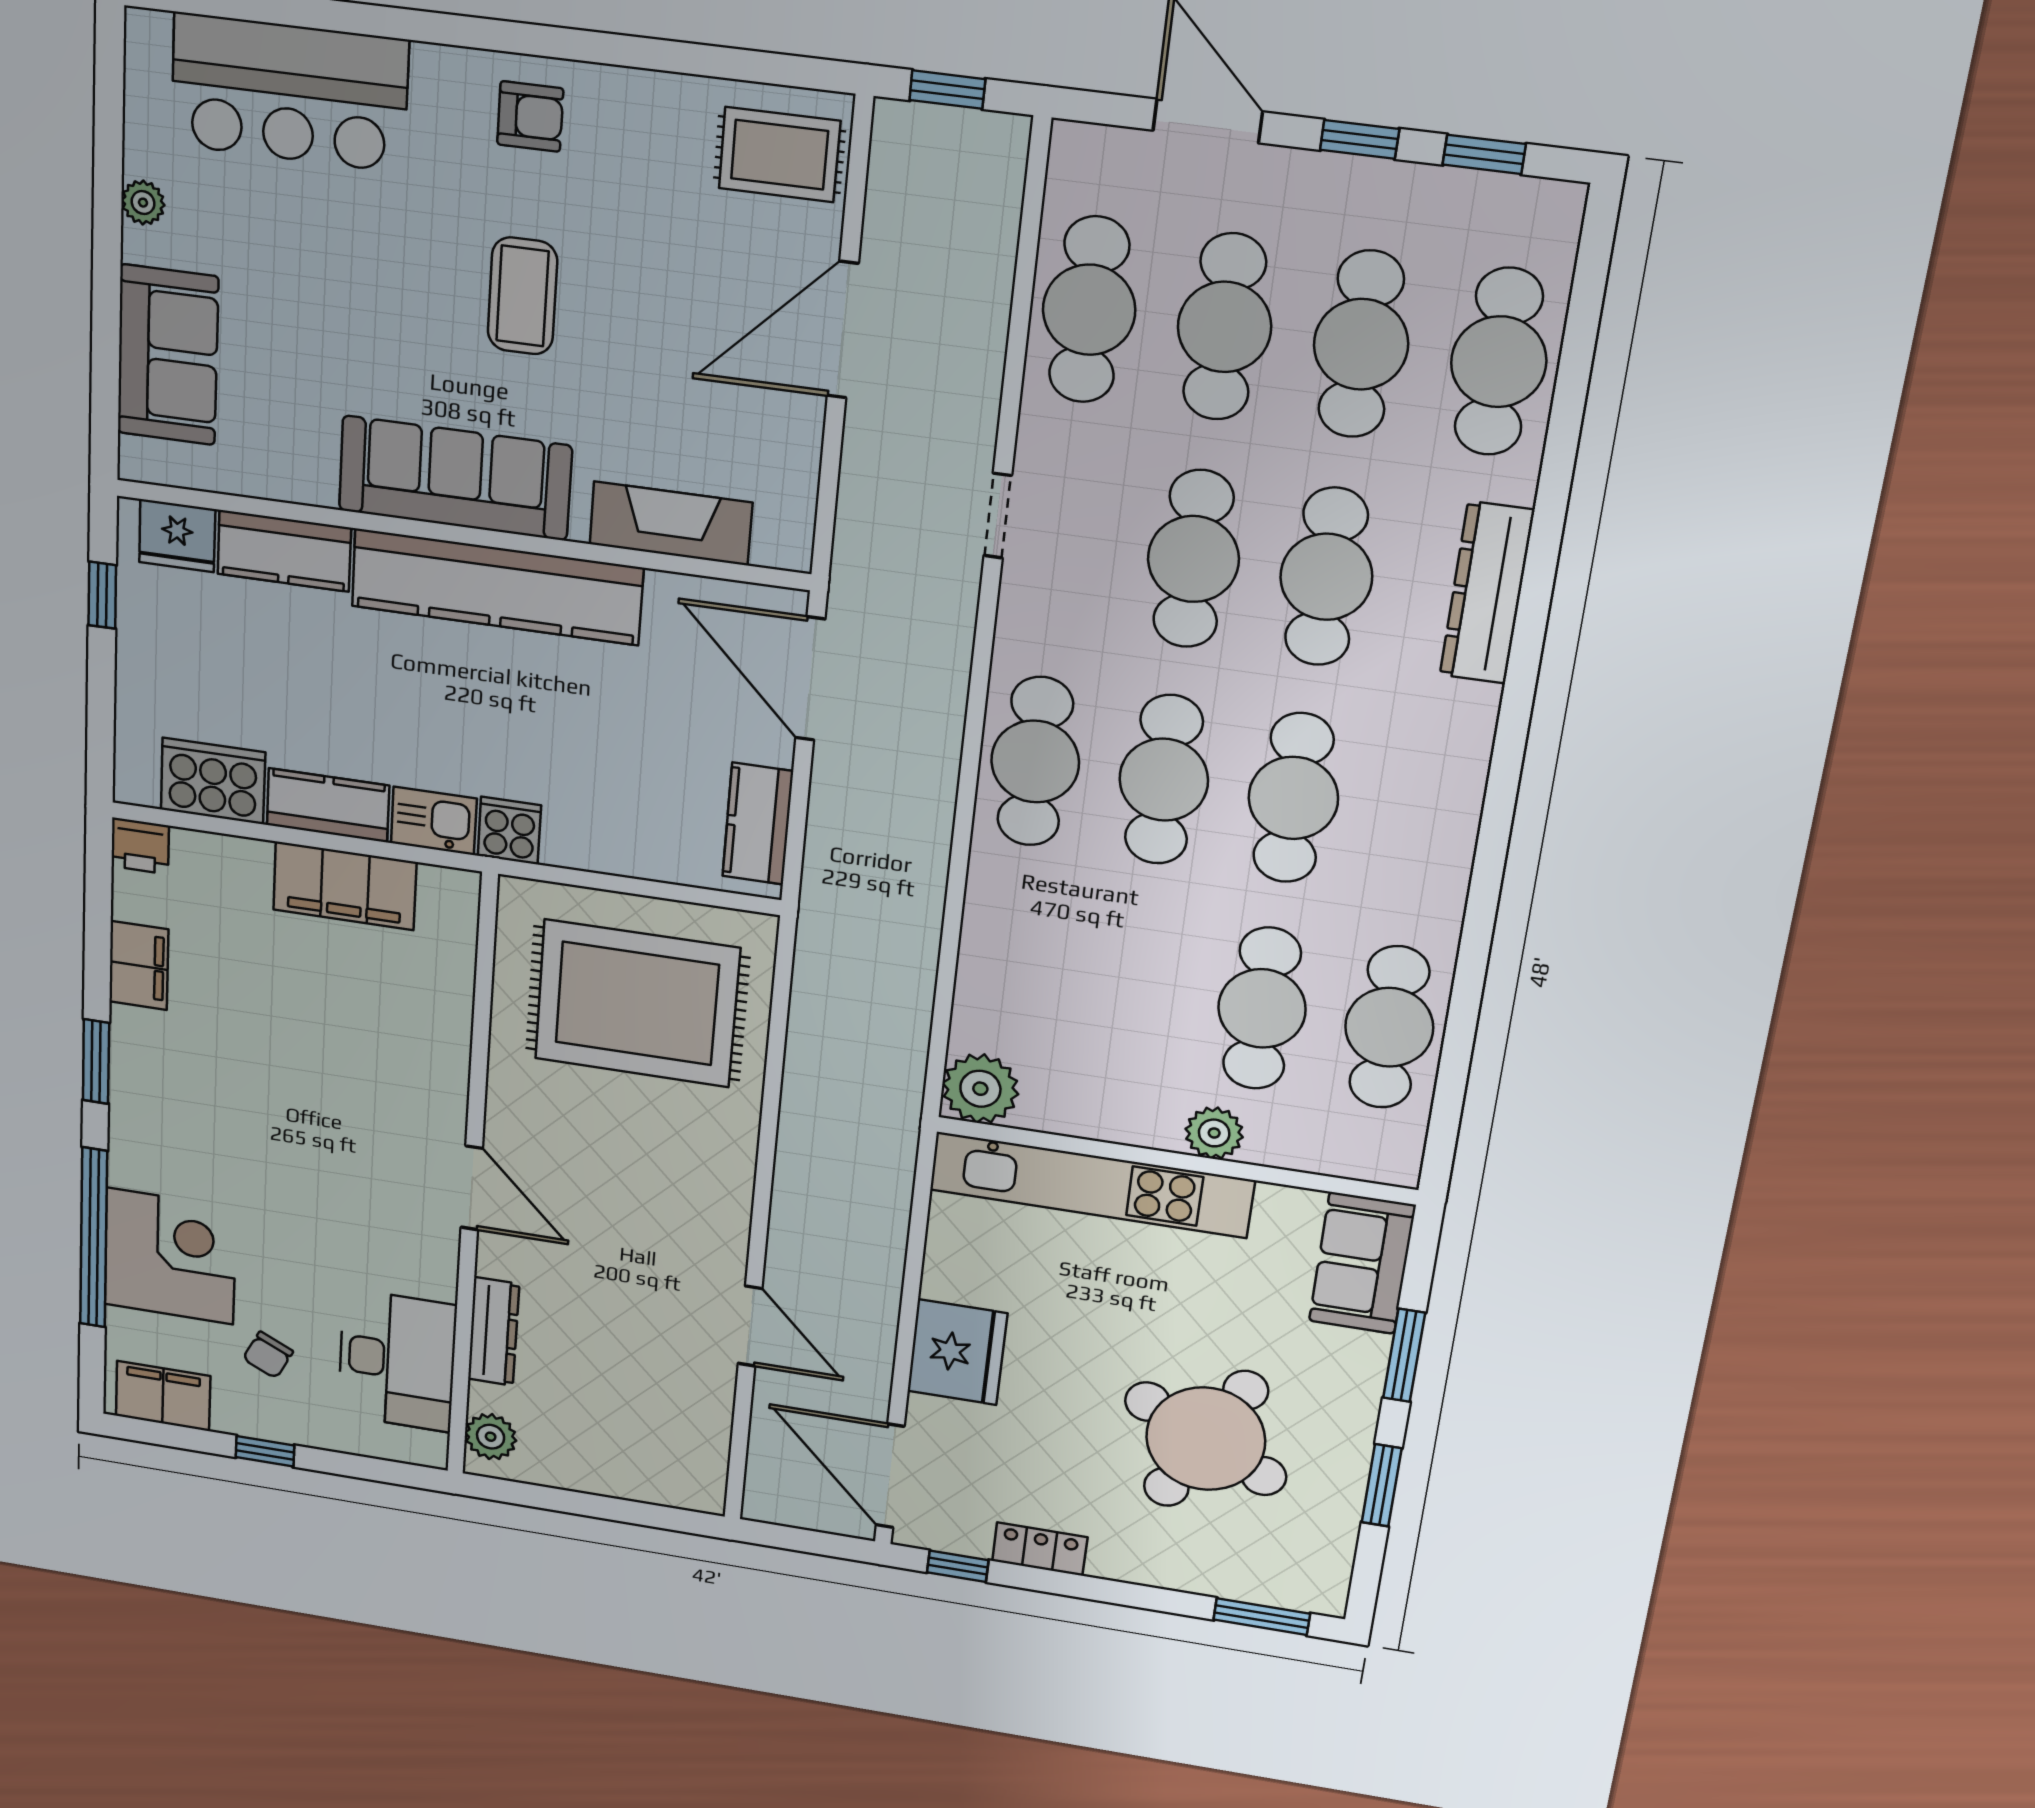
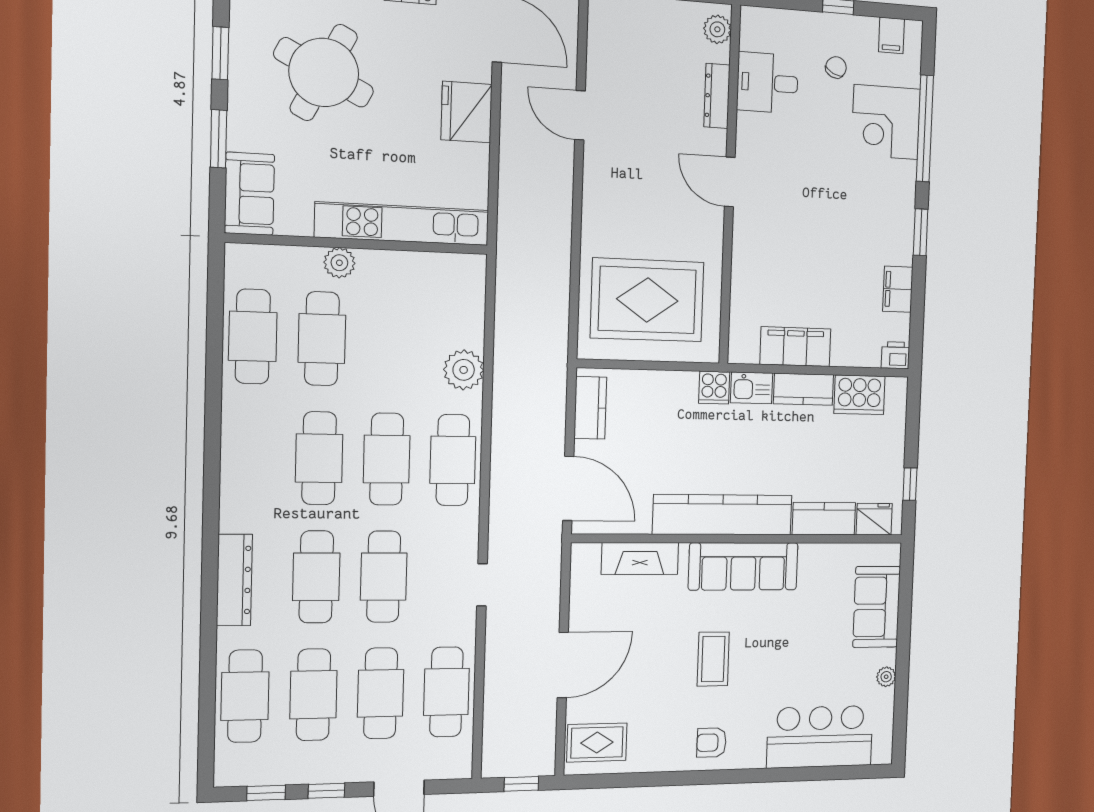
plant: (980, 1089) -> (464, 370), moved
desk: (397, 1360) -> (767, 83), width x0.73
filing cabinet: (163, 1396) -> (891, 35), width x0.50

